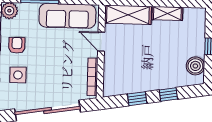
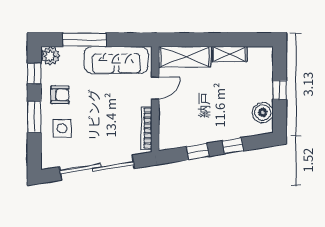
door: (101, 42) -> (155, 88), swing flipped
armchair: (17, 45) -> (60, 95), turned 90

